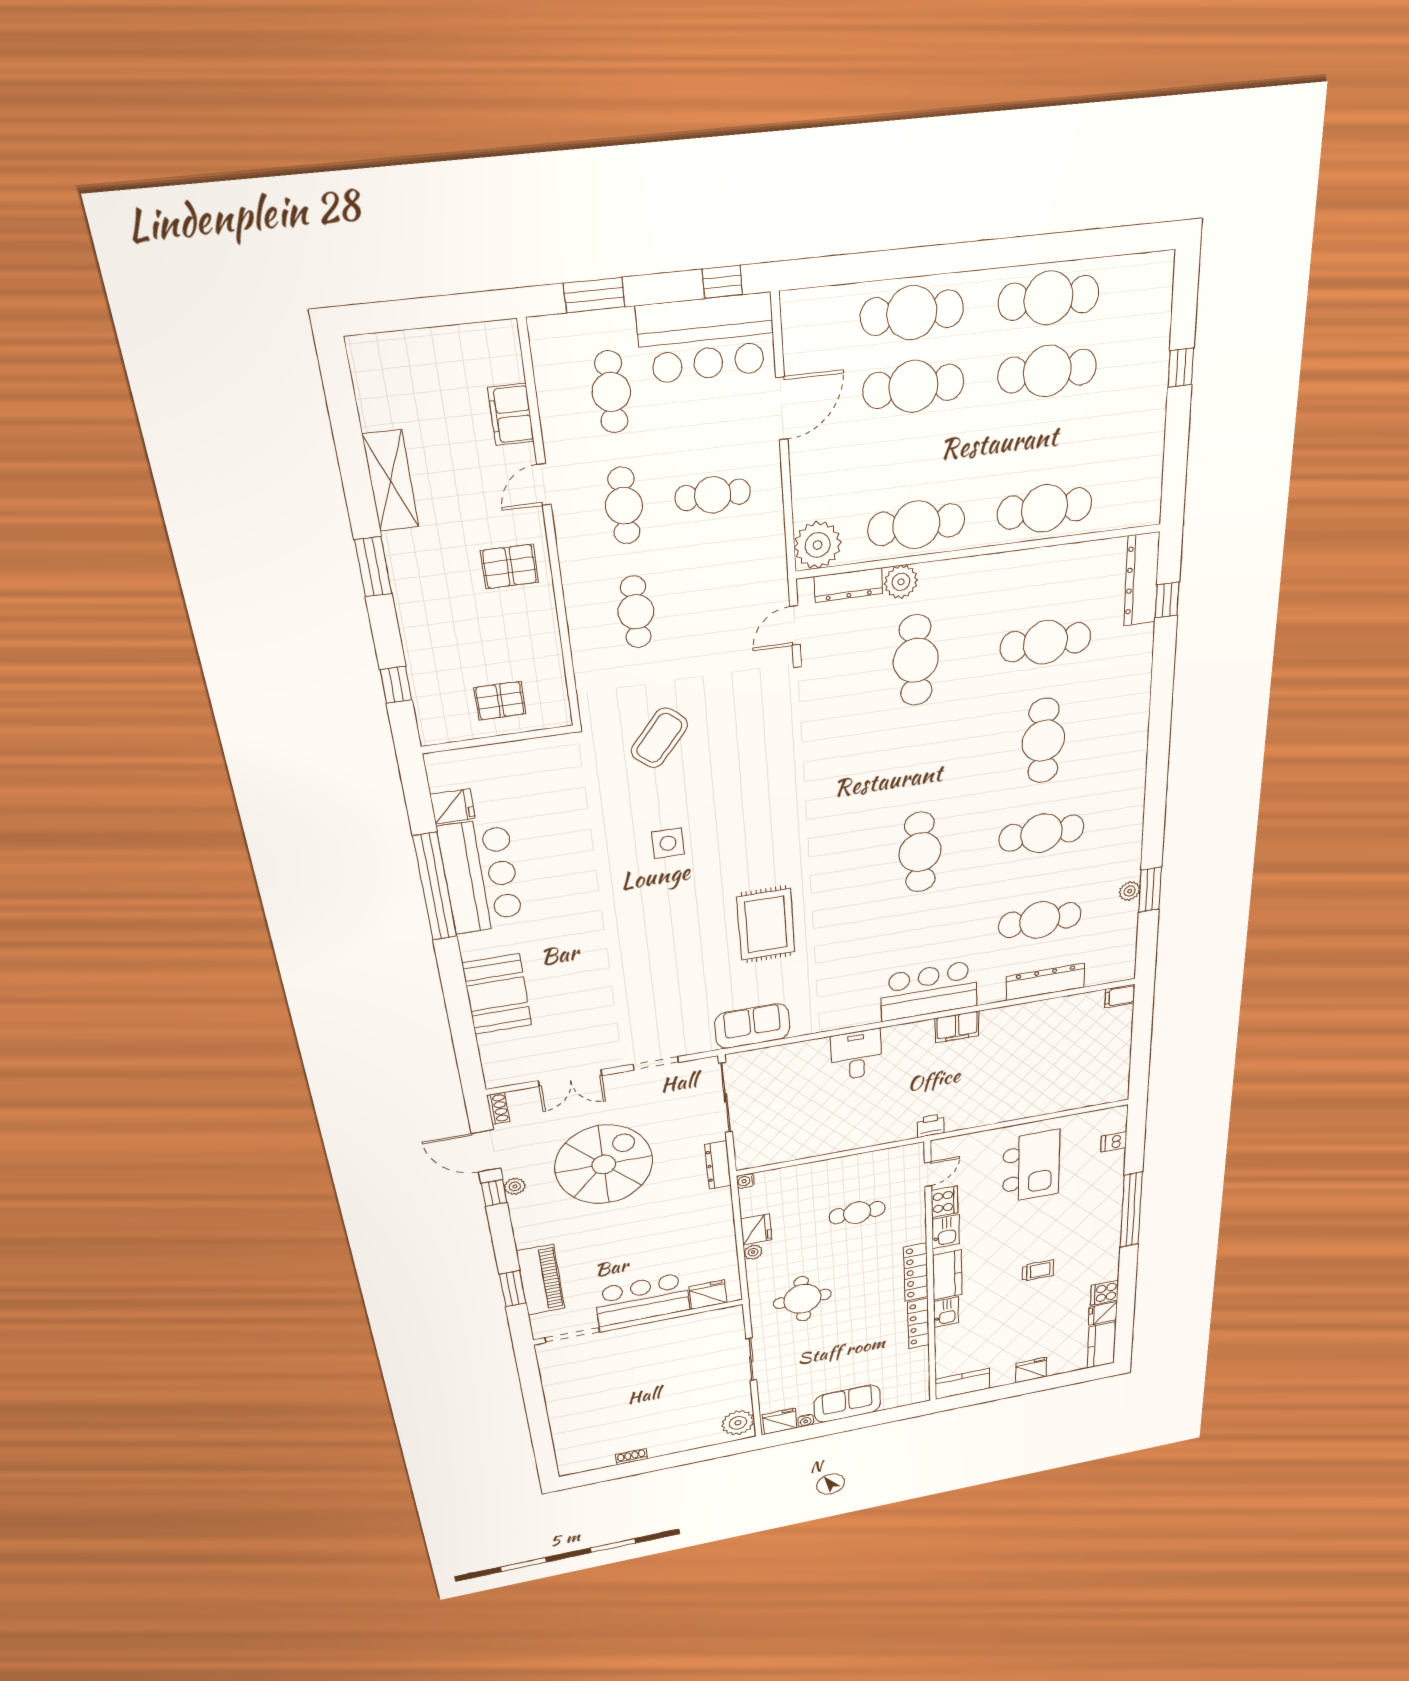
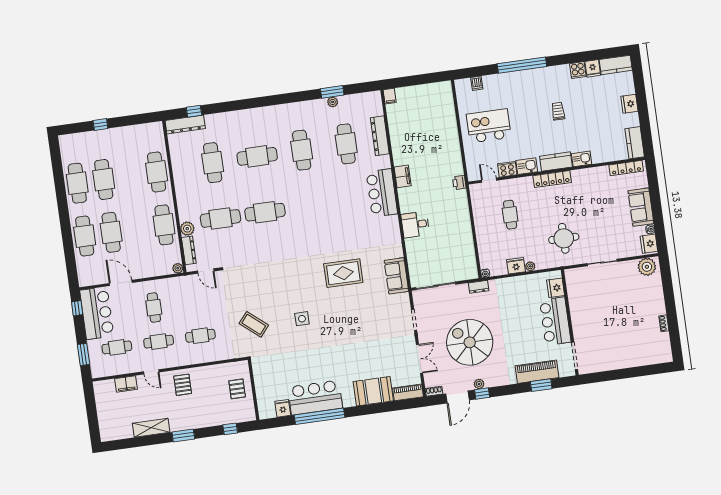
plant: (818, 545) -> (178, 268), width x0.53, depth x0.53
cafe table: (920, 852) -> (265, 212), moved
piano: (495, 1061) -> (408, 392), added
dresser: (718, 1165) -> (479, 287), width x0.70
locker: (918, 1324) -> (626, 168), moved

